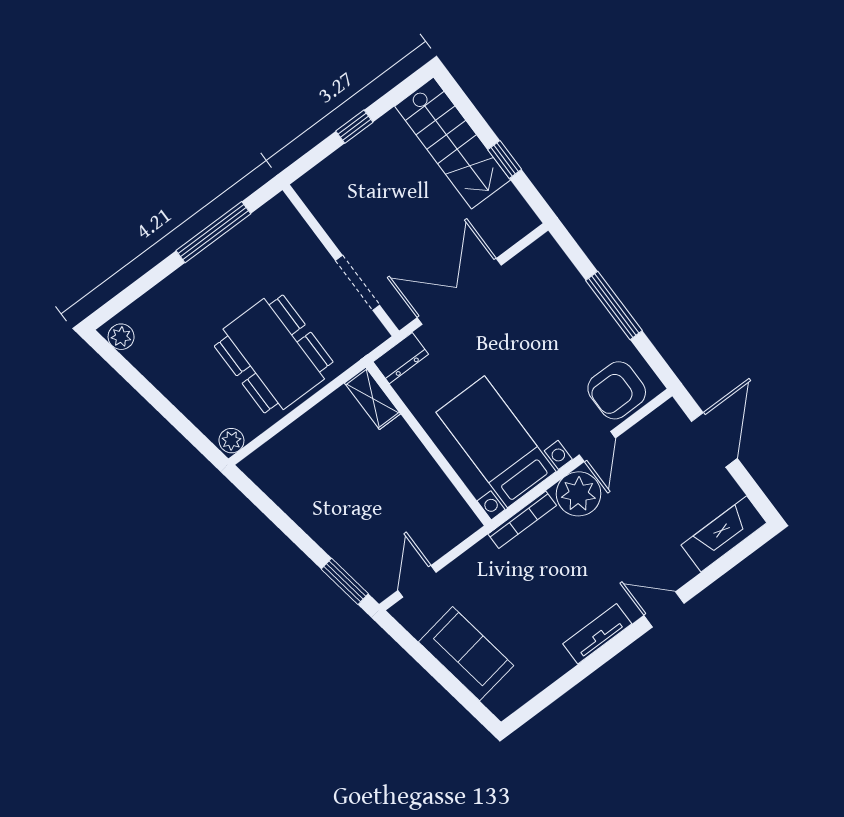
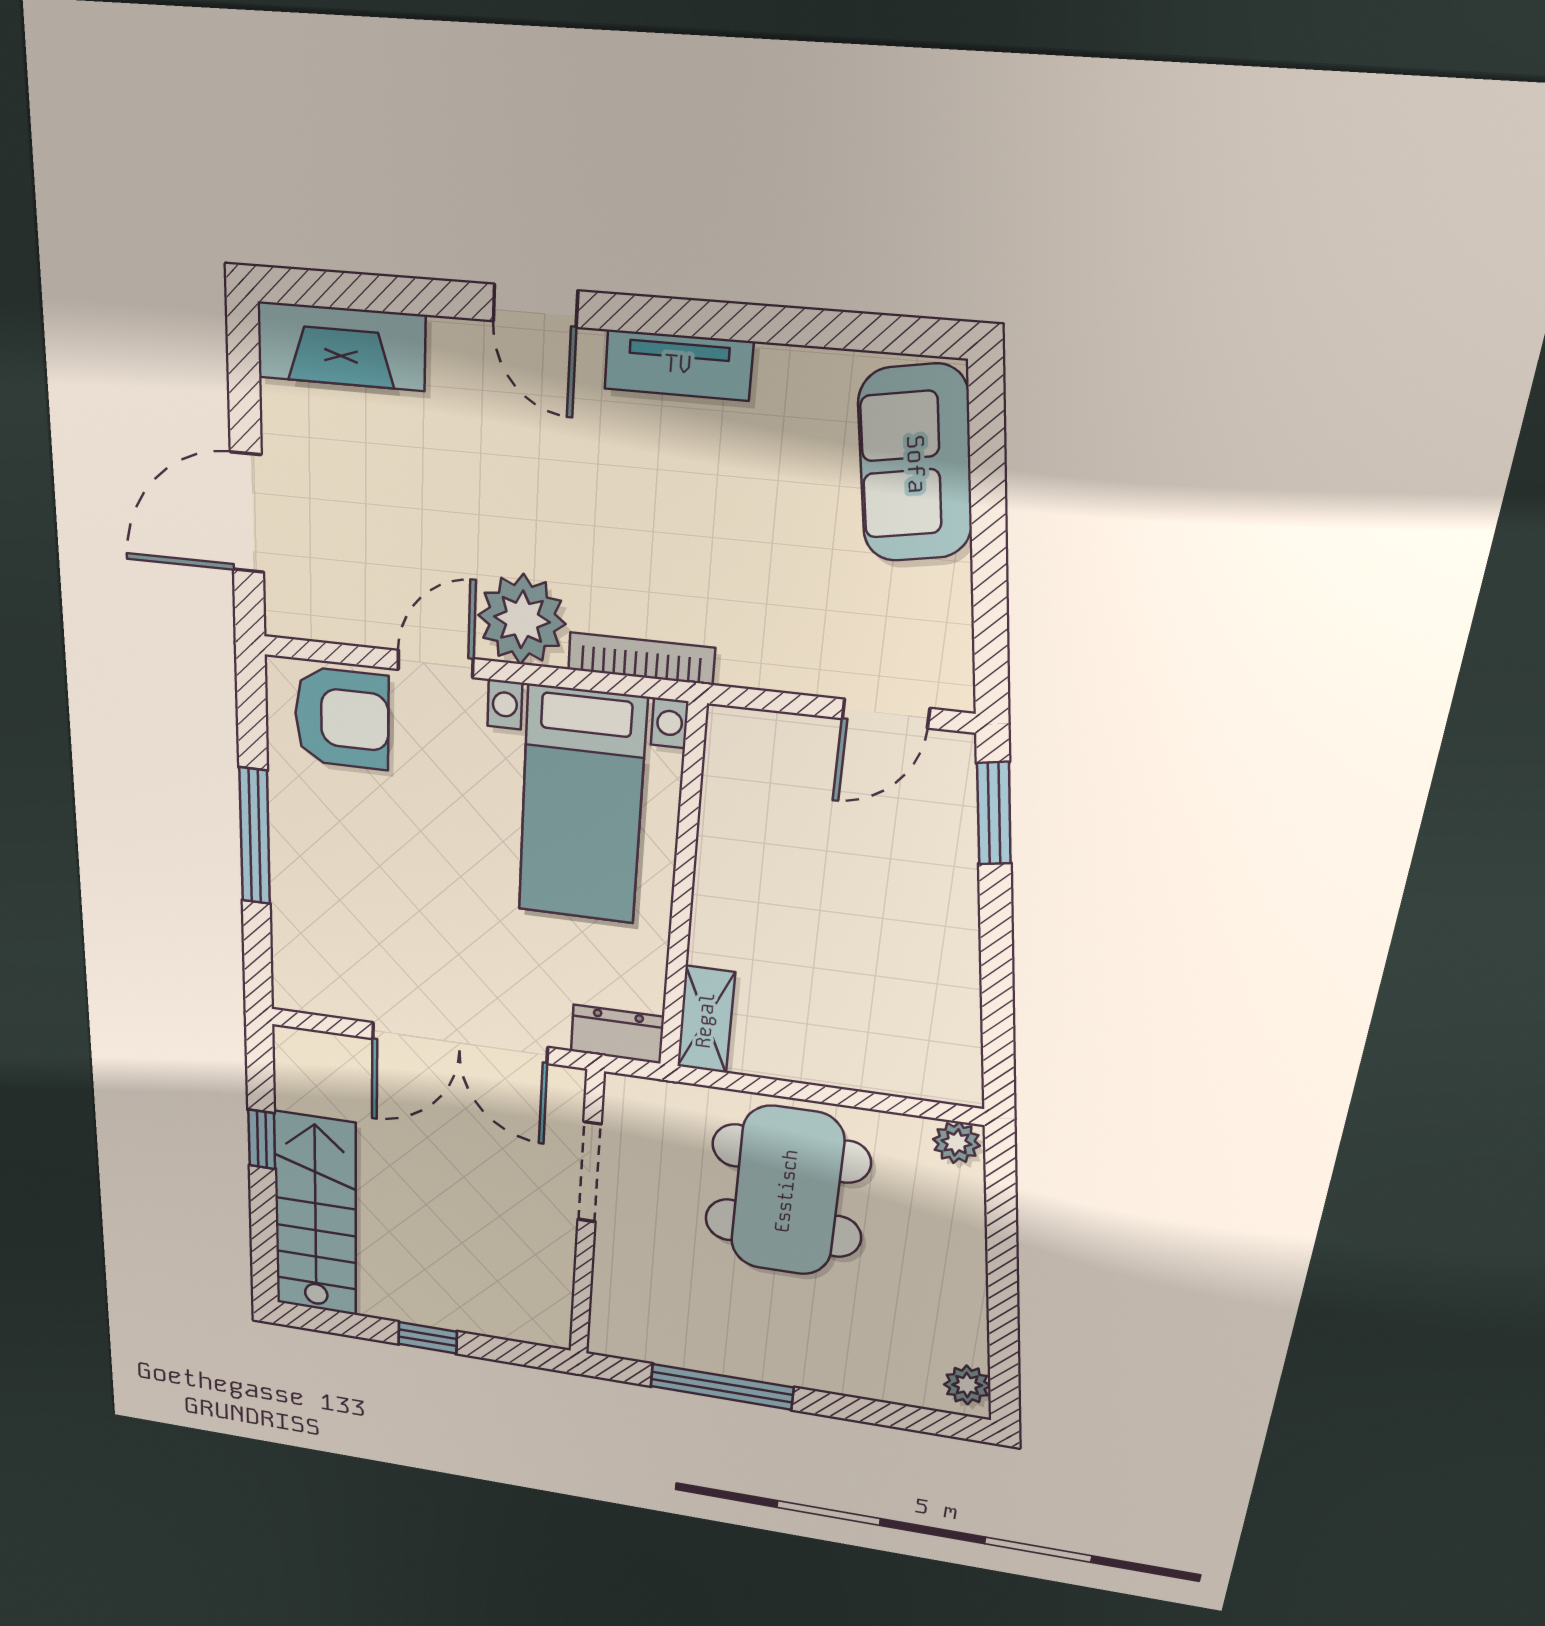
sofa: (466, 654) -> (915, 464), moved

